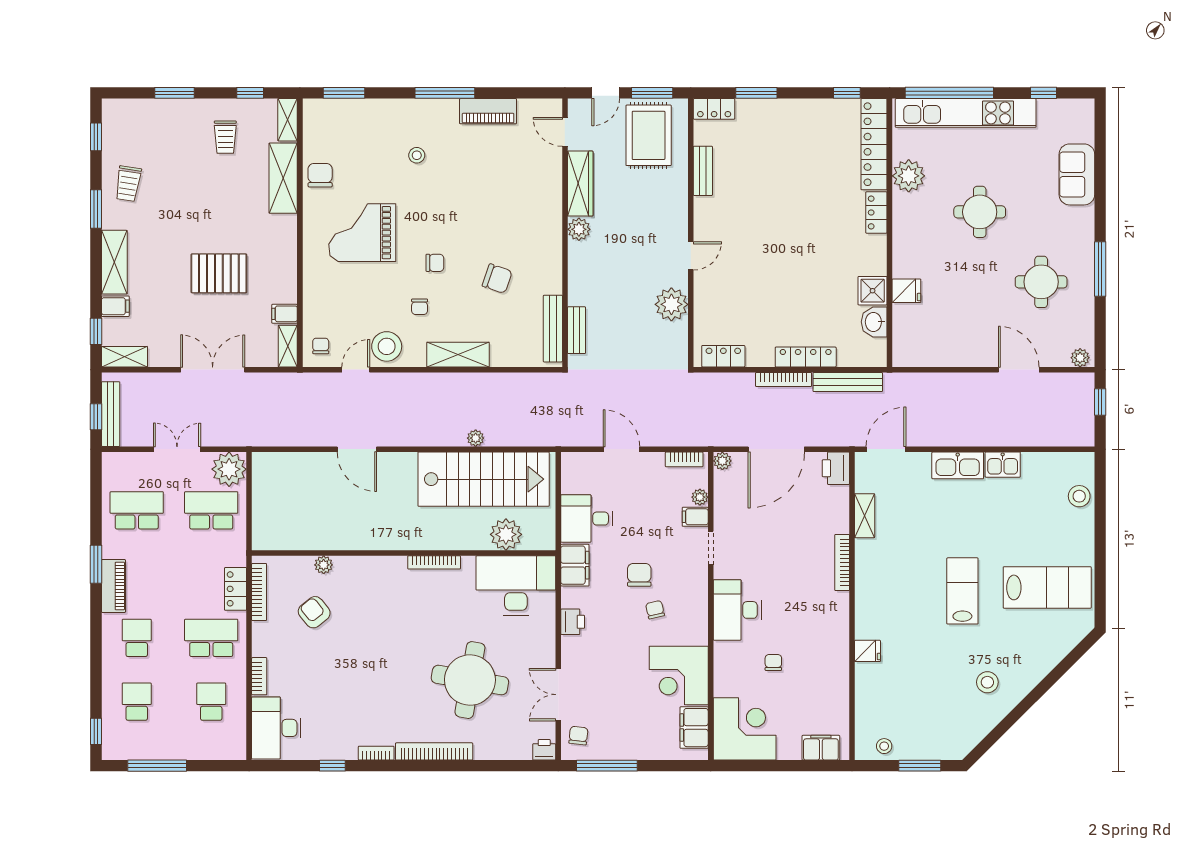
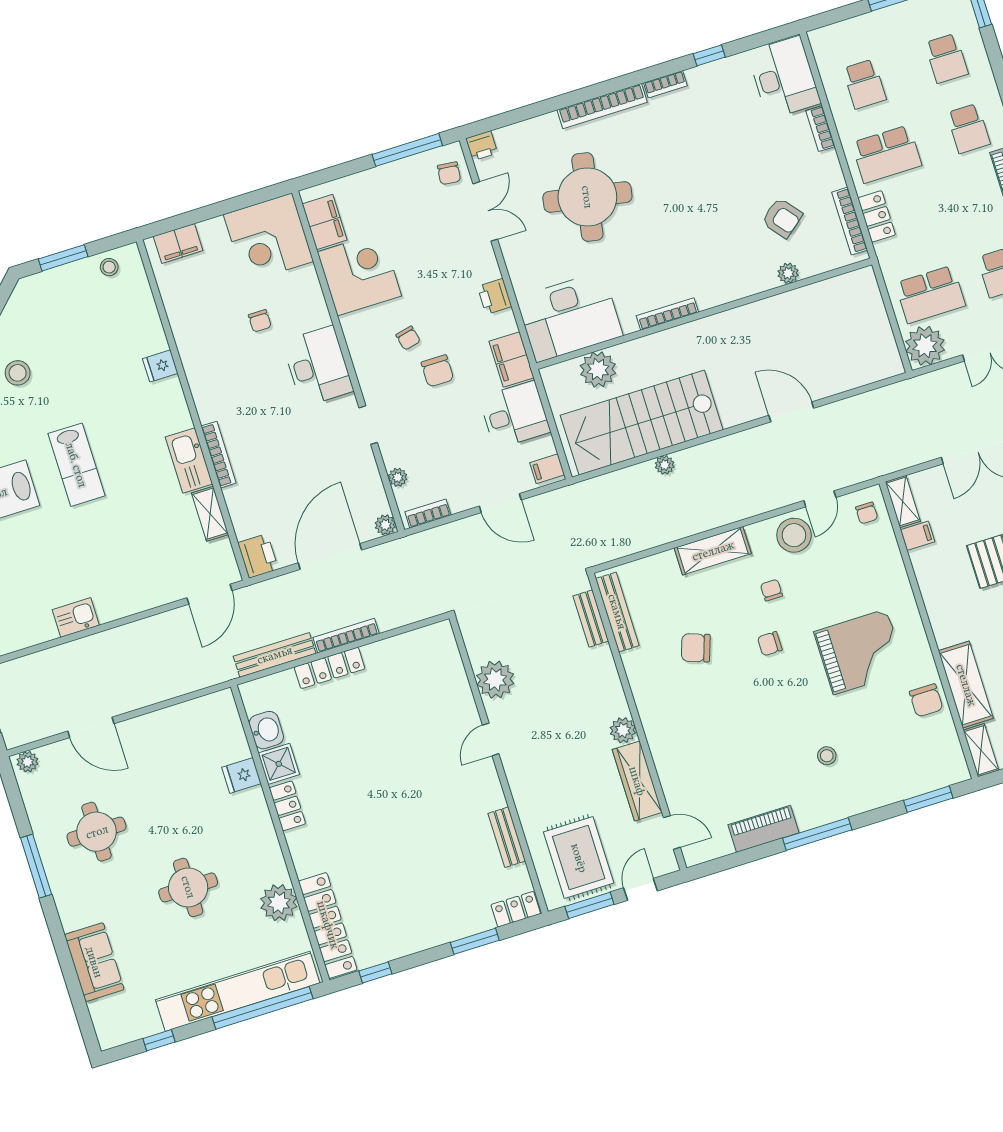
locker: (876, 212) -> (287, 806), moved
locker: (723, 356) -> (420, 640), removed
kitchen sink: (958, 465) -> (189, 460), moved, turned -90
filing cabinet: (695, 517) -> (547, 469), moved, turned 180

